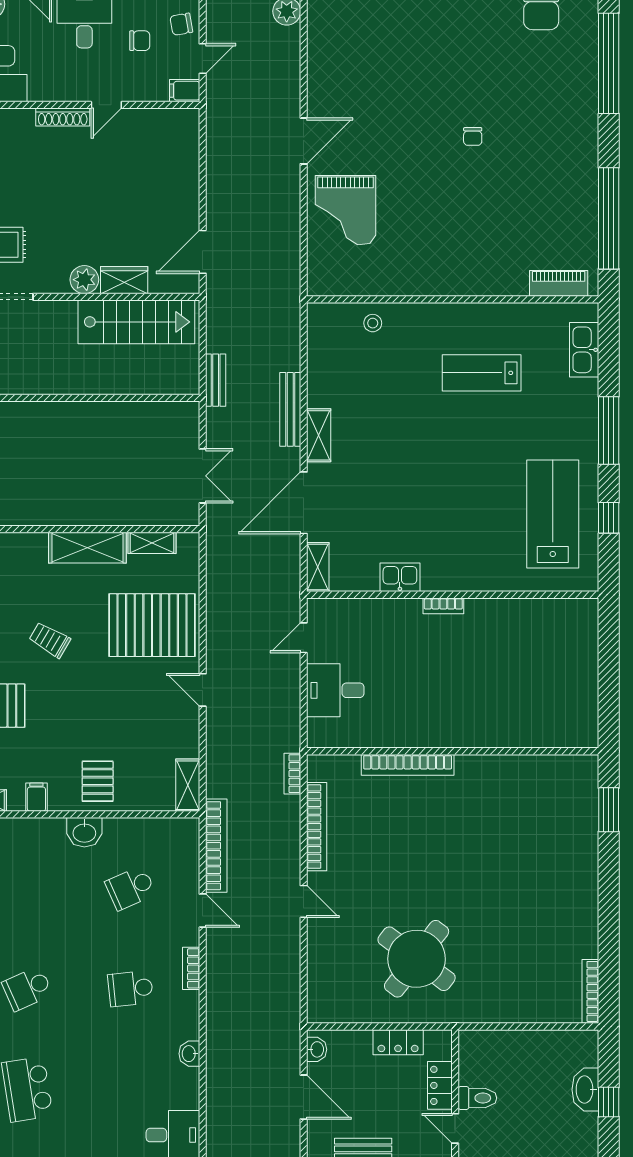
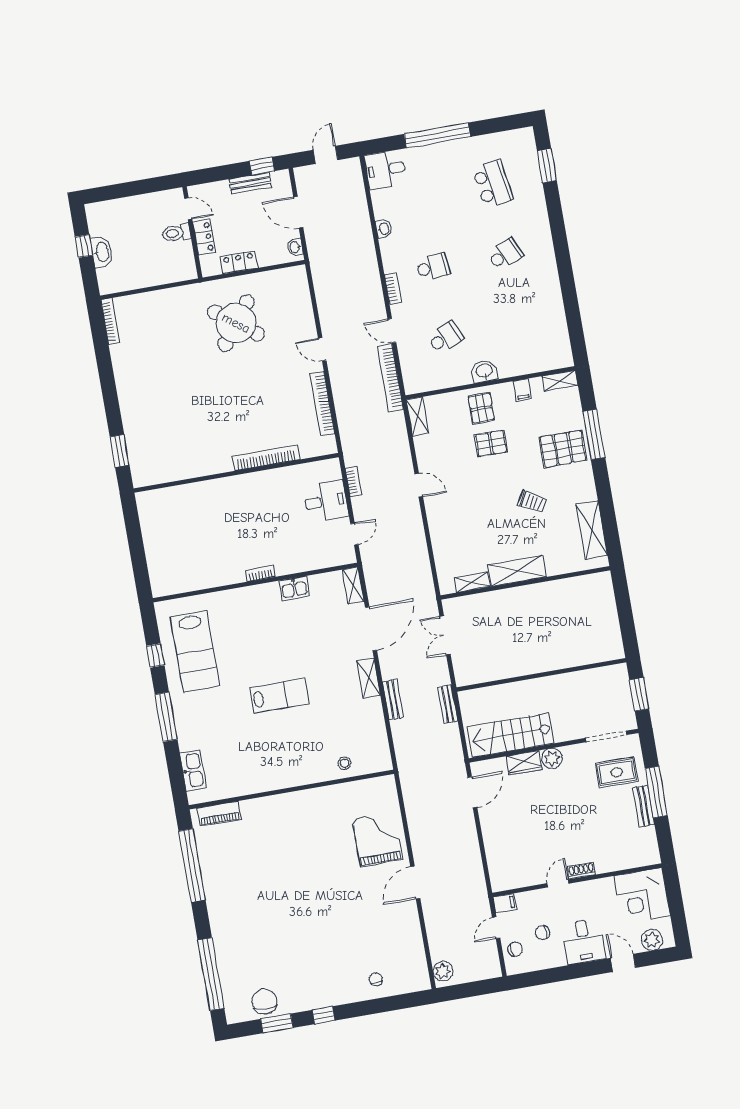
shoe rack: (63, 117) -> (581, 871), width x0.70
chair: (473, 136) -> (376, 979), moved
lab bench: (482, 373) -> (279, 696), moved
bench: (290, 409) -> (393, 700), width x0.73
pallet: (152, 625) -> (491, 443), moved, width x0.49, depth x0.50
bookcase: (292, 774) -> (353, 482), moved

